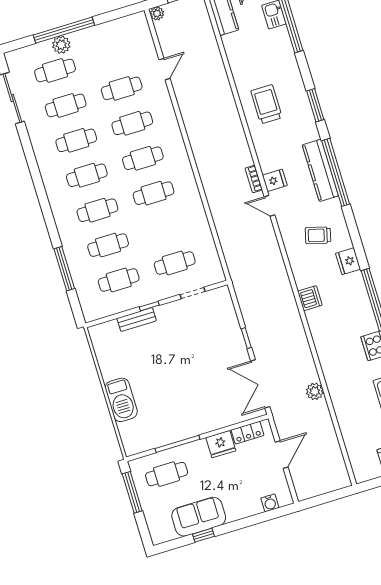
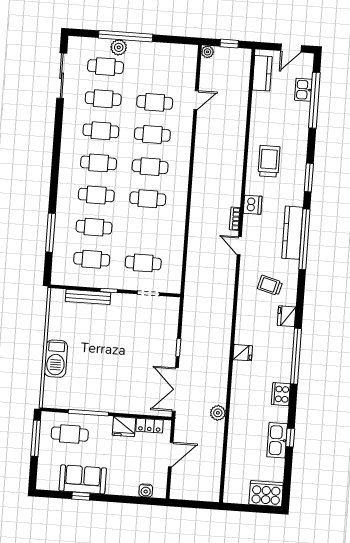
fridge: (275, 180) -> (243, 353), moved
dishwasher: (310, 298) -> (253, 205), moved
bench: (137, 319) -> (88, 297), width x1.36

